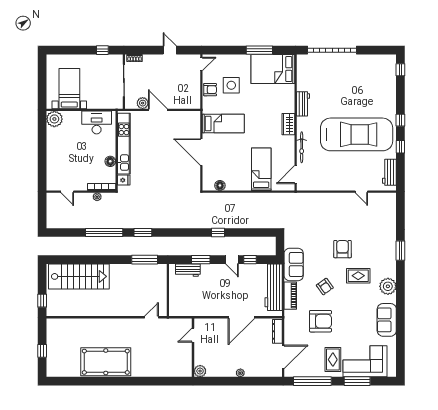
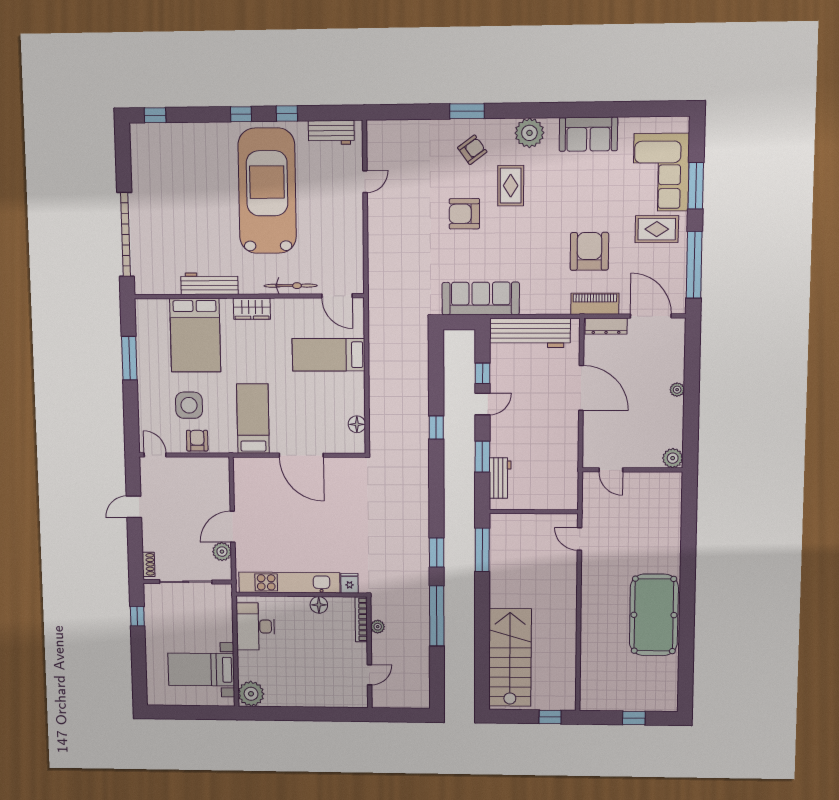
bed: (273, 69) -> (195, 335), moved
workbench: (303, 104) -> (209, 284), width x1.38
door: (201, 152) -> (301, 455), hinge flipped
sofa: (294, 264) -> (481, 298), width x1.36
armchair: (325, 287) -> (472, 150), moved
piano: (290, 296) -> (595, 304), moved

